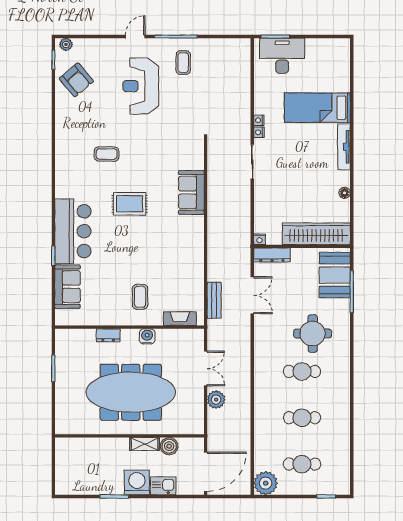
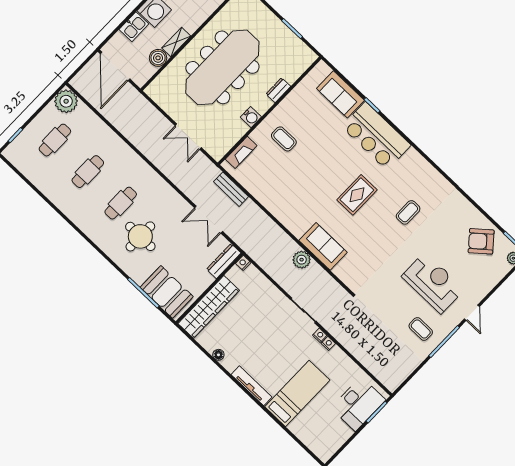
plant: (216, 400) -> (302, 260), moved

